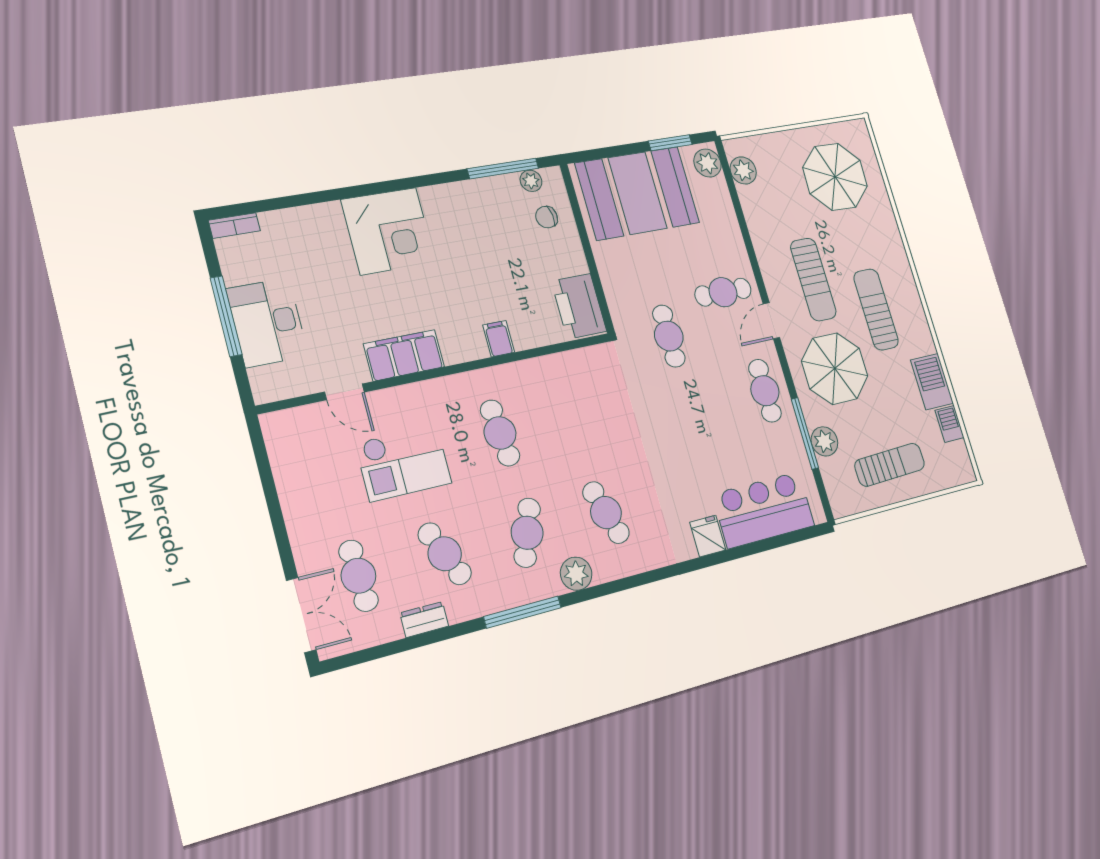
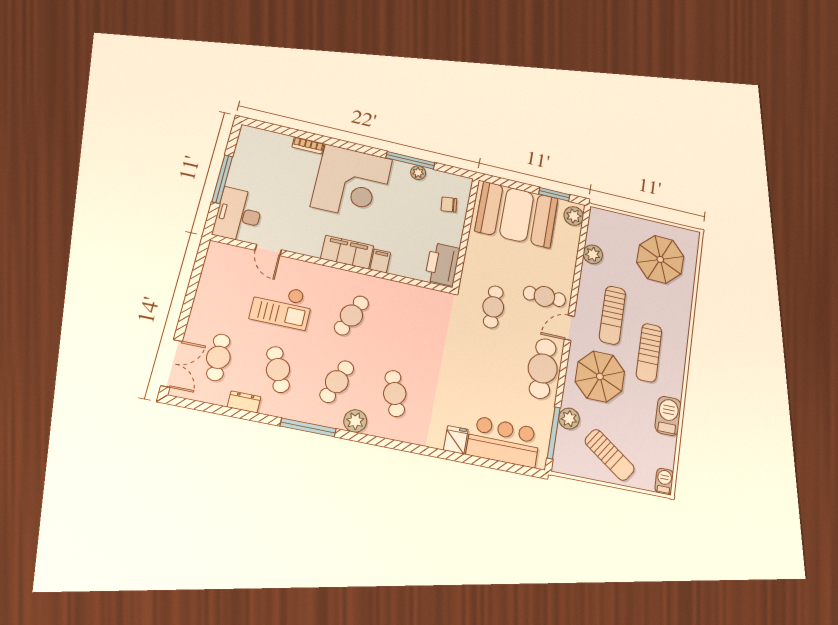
window: (503, 169) -> (410, 160), moved
plant: (743, 170) -> (593, 254), moved
plant: (531, 181) -> (418, 173), moved
bookcase: (234, 226) -> (308, 145), moved
corner desk: (388, 231) -> (352, 183), width x1.36, depth x1.36
sun lounger: (876, 309) -> (649, 353), turned 180
desk: (267, 322) -> (238, 215), moved
filing cabinet: (404, 355) -> (347, 252), moved
cafe table: (765, 391) -> (543, 368), width x1.37, depth x1.35
barbecue: (950, 424) -> (664, 481), moved
cafe table: (500, 433) -> (351, 315), turned 30
window: (805, 433) -> (554, 433), moved
sun lounger: (890, 465) -> (610, 455), turned 37

